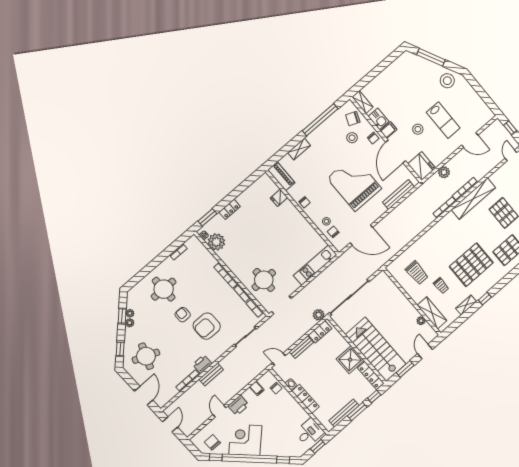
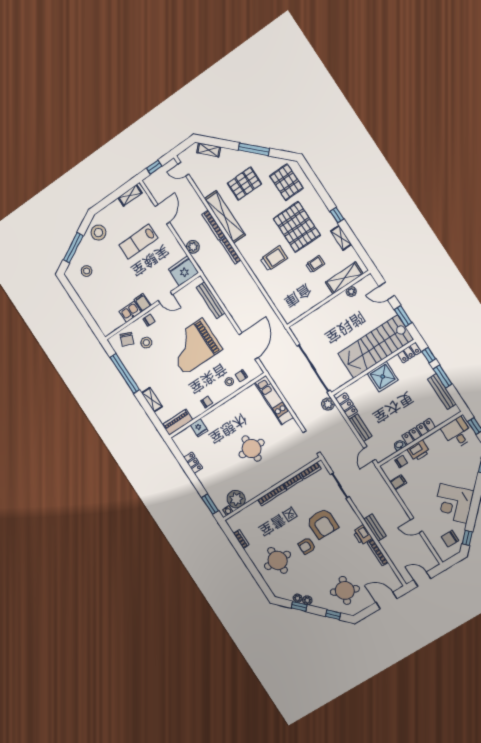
shelving: (362, 102) -> (130, 195), moved
lab bench: (443, 120) -> (138, 242), turned 180
stool: (418, 129) -> (87, 271), moved
door: (396, 151) -> (165, 298), width x0.53
locker: (230, 209) -> (193, 463), moved
trolley: (417, 273) -> (274, 259), moved
round table: (264, 280) -> (252, 449), moved
locker: (371, 376) -> (409, 353), width x0.66
printer: (238, 405) -> (419, 451), moved, turned 90

